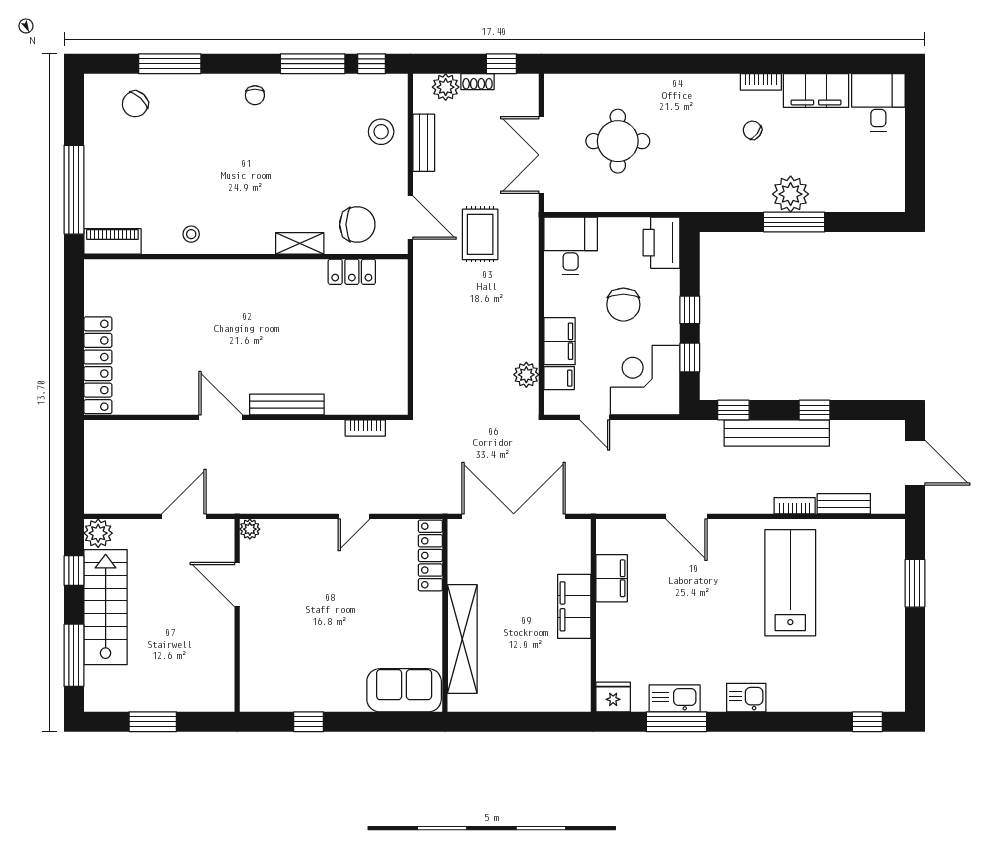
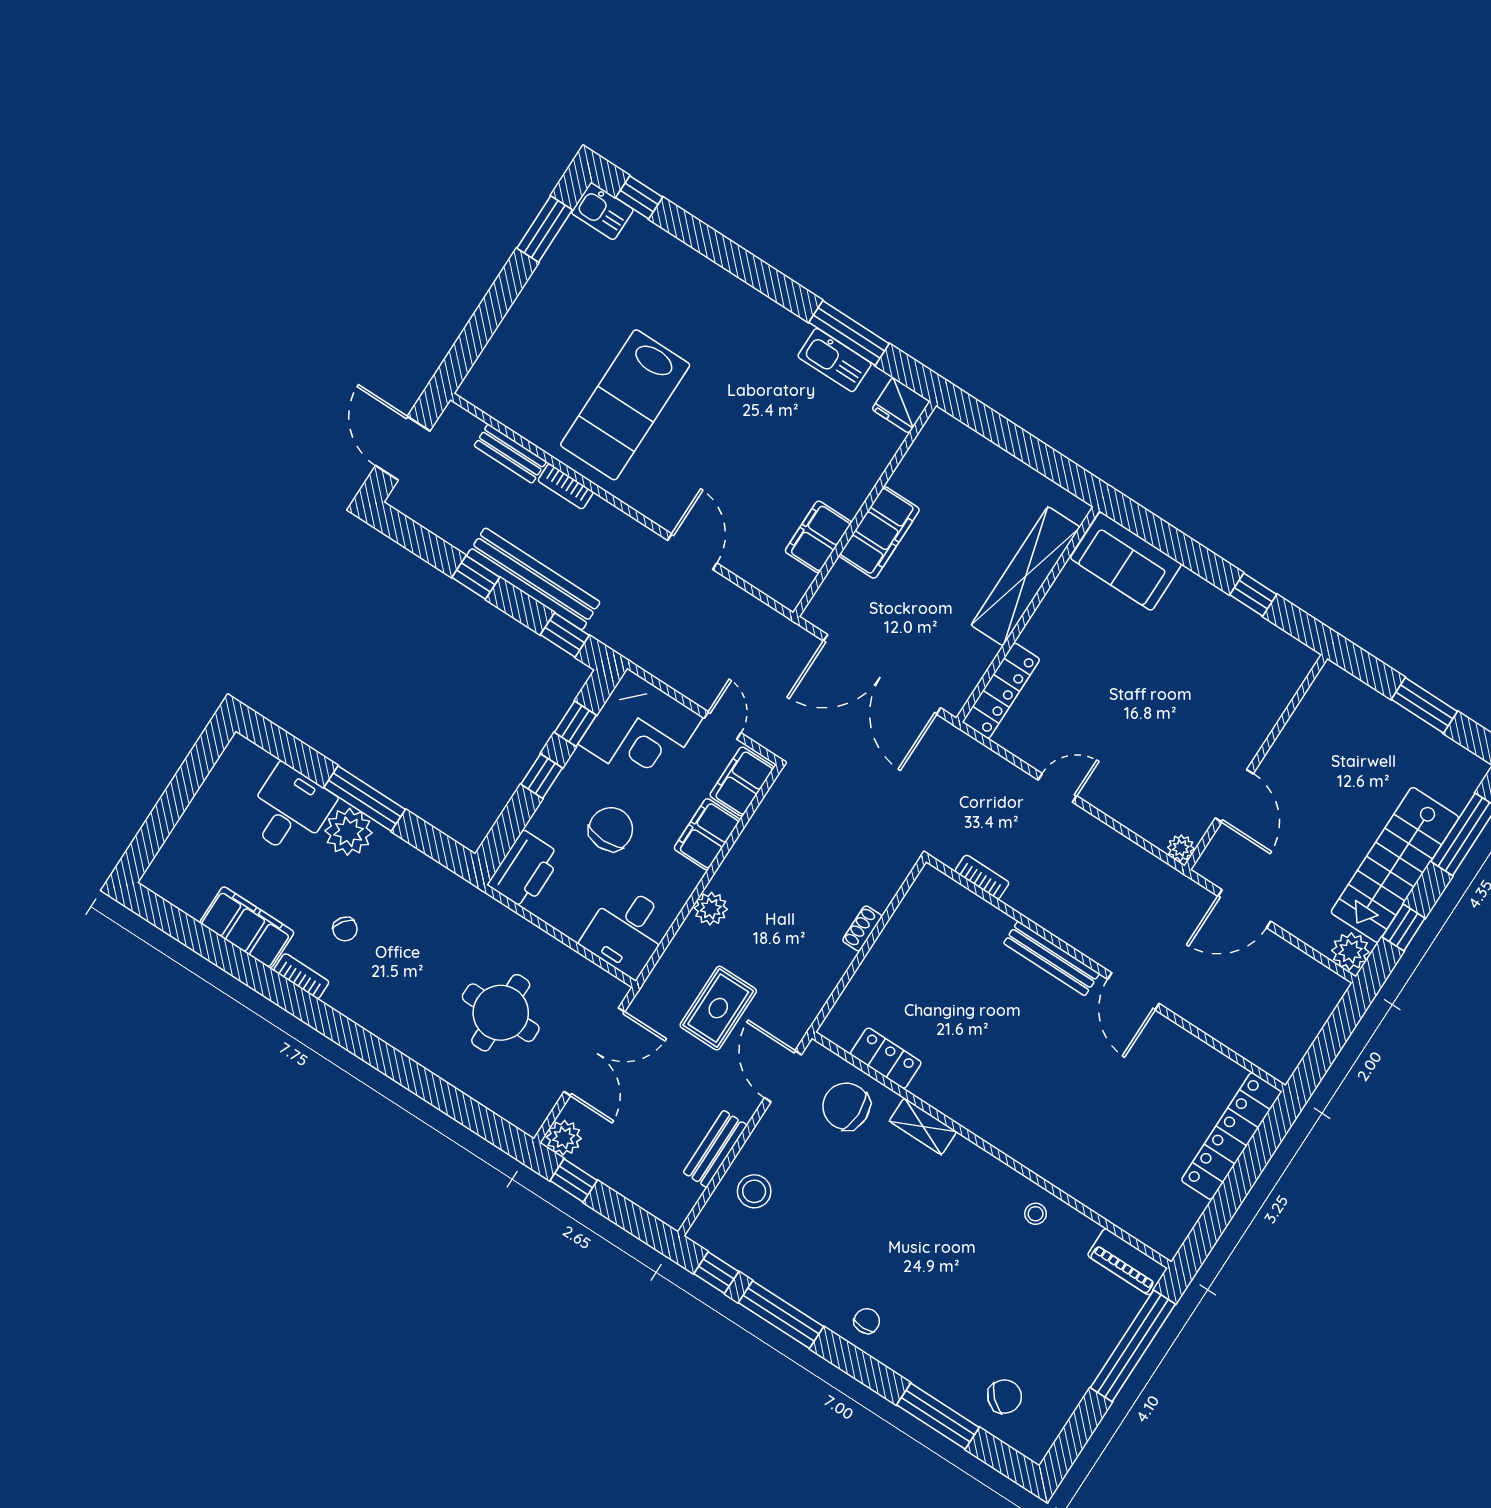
shoe rack: (478, 82) -> (862, 928), moved, turned -90
plant: (446, 87) -> (564, 1138), moved
desk: (878, 102) -> (289, 810), moved, turned 180
plant: (526, 375) -> (711, 909), moved
filing cabinet: (559, 378) -> (742, 781), width x2.00
window: (915, 583) -> (545, 229), moved
kitchen sink: (746, 698) -> (602, 211), moved

